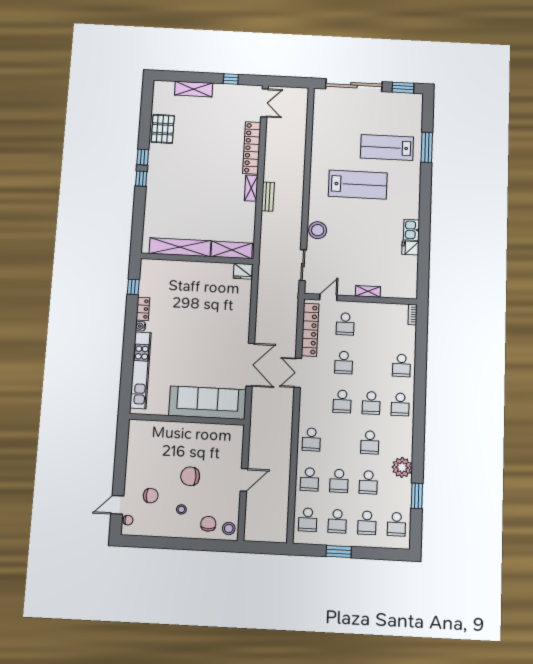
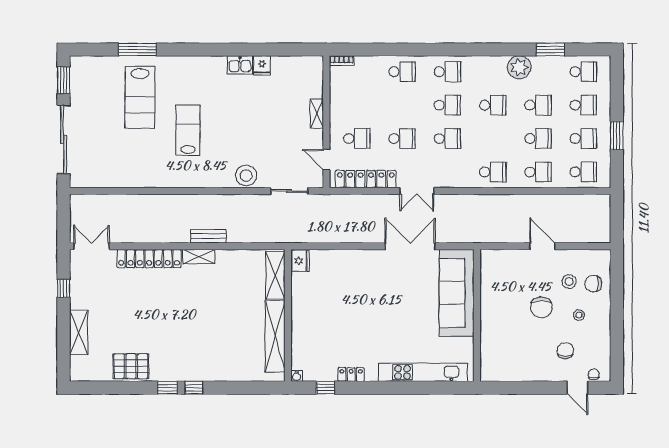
lab bench: (358, 185) -> (188, 130), width x0.73, depth x0.72
water cooler: (140, 326) -> (297, 376), moved
stool: (229, 528) -> (569, 282), moved

